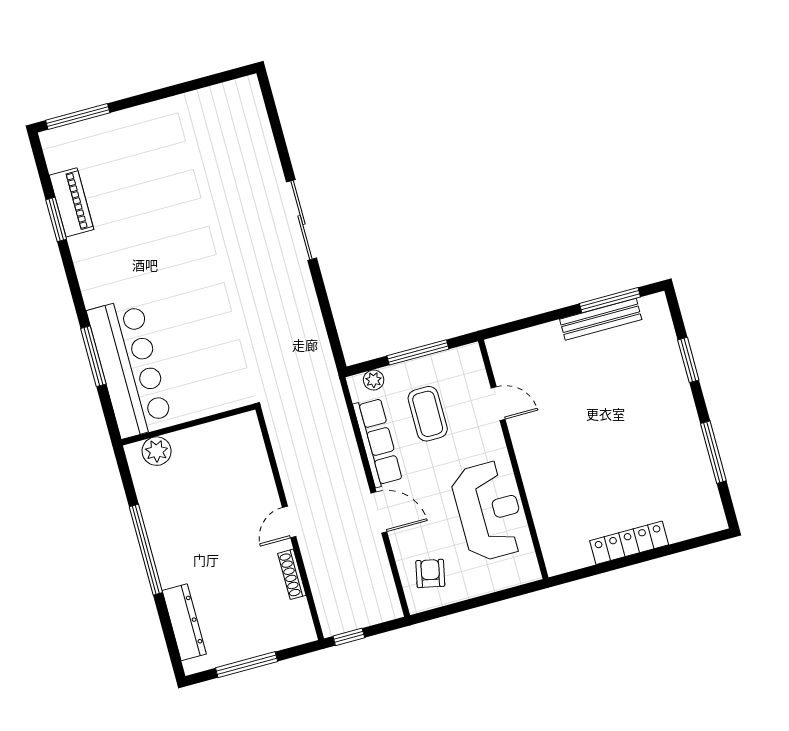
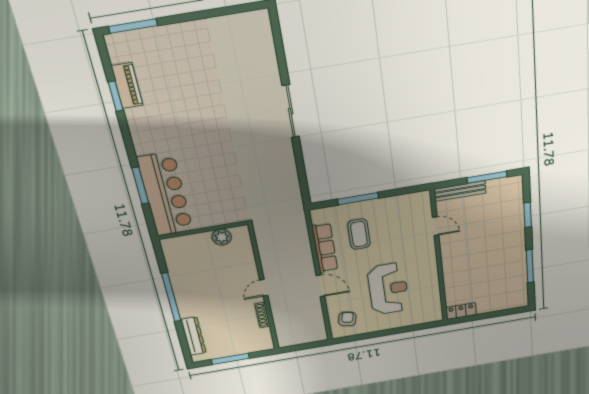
bench: (601, 319) -> (460, 191), moved
plant: (374, 380) -> (327, 213), removed
door: (498, 404) -> (436, 226), moved
plant: (157, 451) -> (222, 237), moved
wall: (513, 459) -> (439, 257), moved
locker: (629, 543) -> (461, 311), width x0.66
window: (349, 637) -> (294, 348), removed

